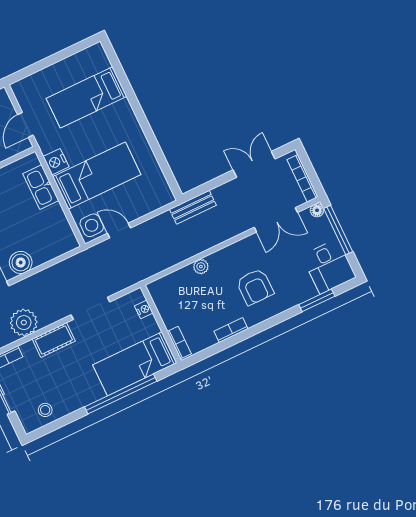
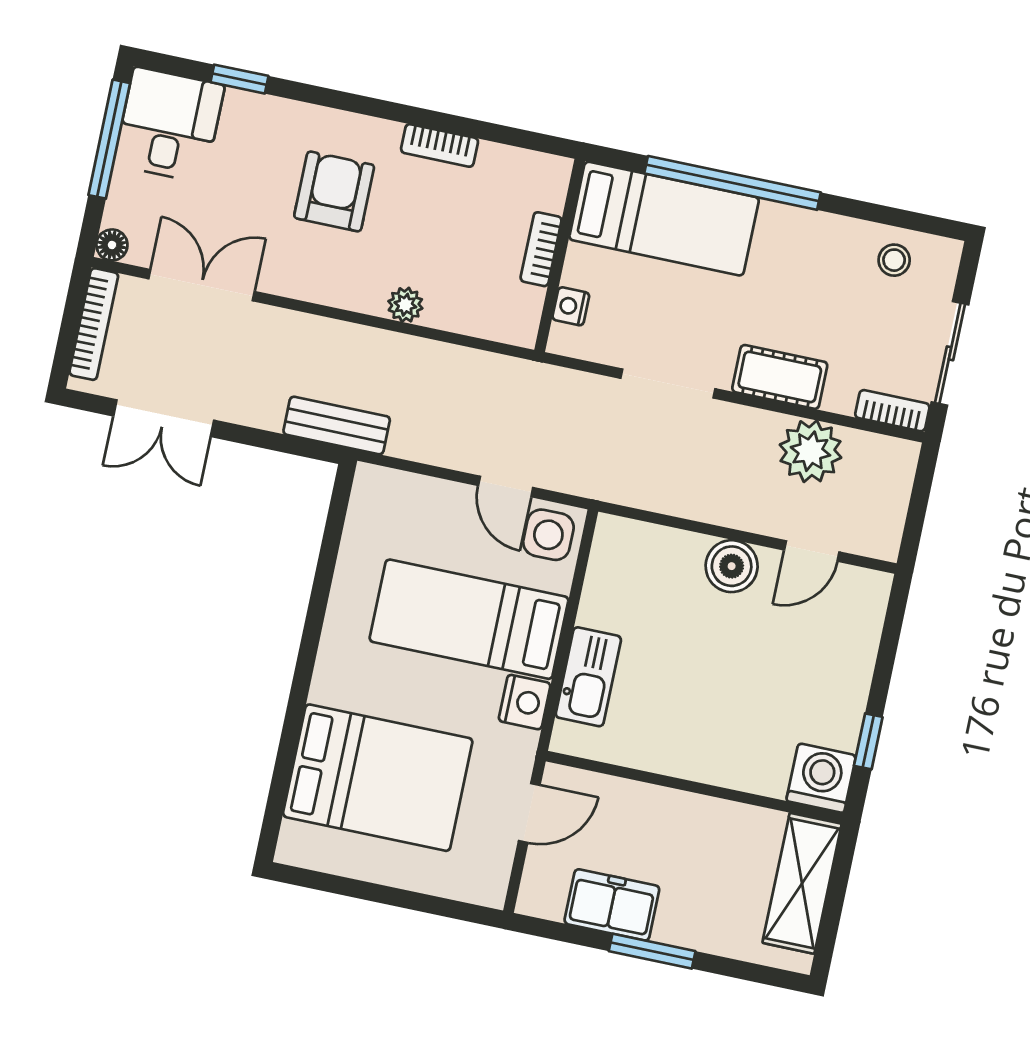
bed: (87, 97) -> (378, 778), width x1.50
window: (338, 230) -> (109, 139), moved
window: (317, 300) -> (239, 79), width x0.67
bookcase: (179, 343) -> (541, 249), moved

